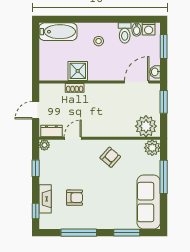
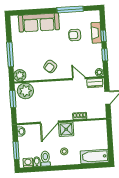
shower: (78, 71) -> (66, 129), moved
door: (137, 82) -> (49, 122), moved
window: (164, 102) -> (13, 99), moved
door: (73, 138) -> (79, 79), swing flipped
sofa: (149, 202) -> (39, 22), moved, turned 90
window: (36, 211) -> (104, 36), moved
window: (127, 233) -> (35, 12), removed

